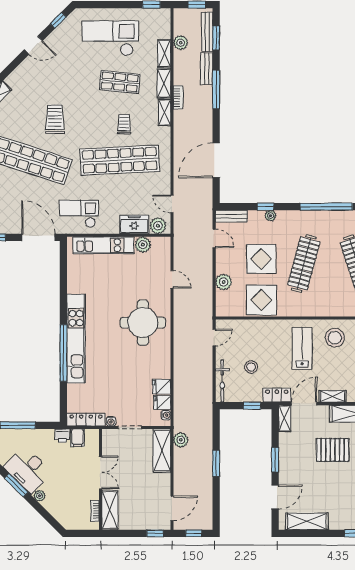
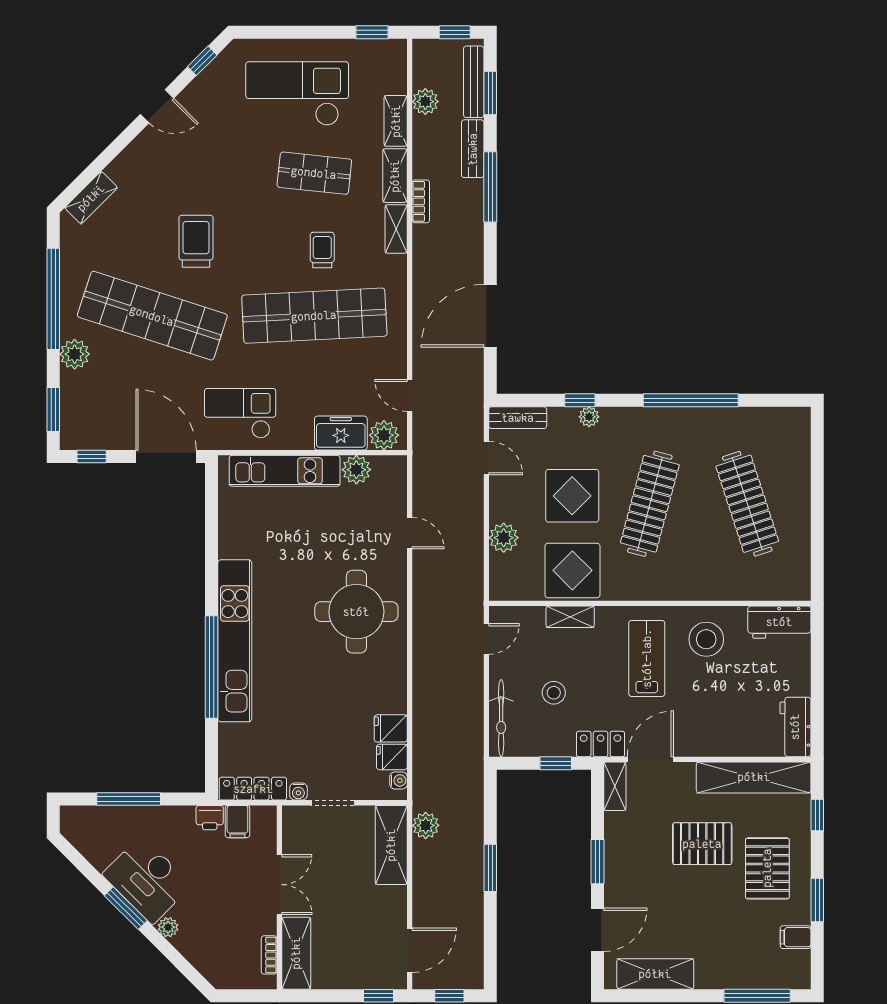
shelving: (333, 396) -> (570, 617), moved

